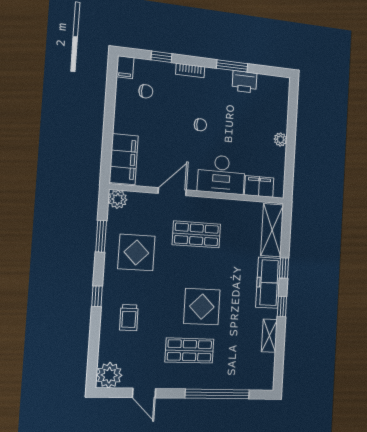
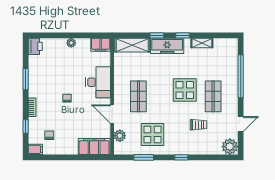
printer: (245, 82) -> (35, 46), moved
filing cabinet: (259, 186) -> (101, 45), moved, turned -90
plant: (118, 199) -> (120, 136), moved
trolley: (129, 318) -> (199, 125), moved

